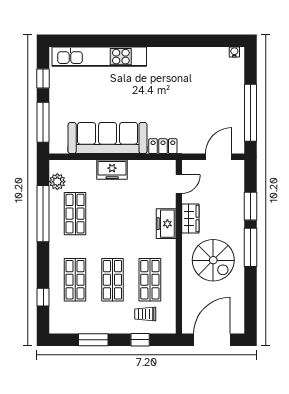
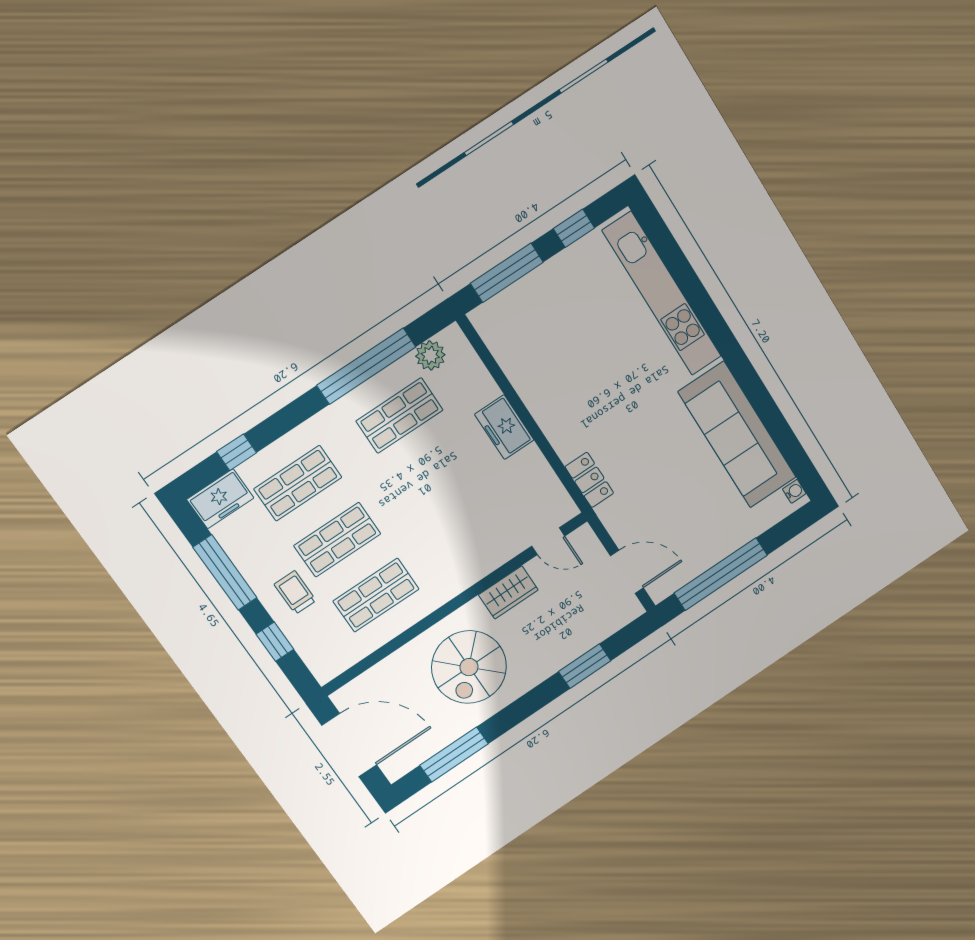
sofa: (108, 138) -> (737, 435), moved, turned 180
freezer: (166, 224) -> (220, 499), moved, turned 180
window: (250, 247) -> (454, 754), moved
trolley: (145, 314) -> (295, 592), moved
window: (93, 340) -> (225, 573), width x1.44

